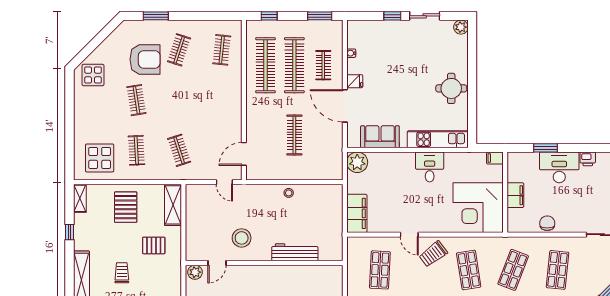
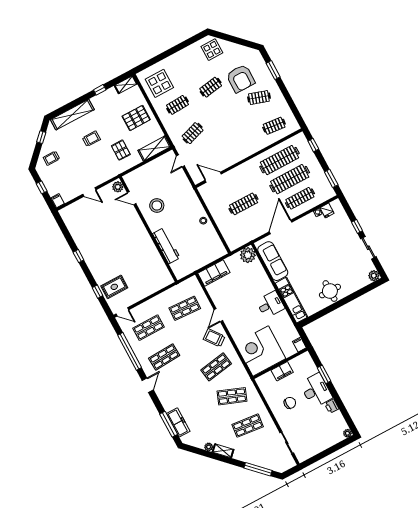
clothes rail: (323, 65) -> (300, 198), width x1.36
fridge: (355, 81) -> (327, 211), moved
sofa: (380, 137) -> (273, 261), width x1.36
door: (224, 182) -> (180, 161), moved
chair: (547, 223) -> (290, 403), moved

